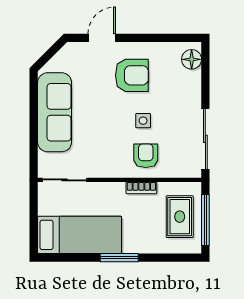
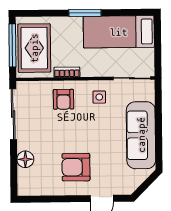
floor lamp: (192, 59) -> (25, 159), moved
side table: (143, 121) -> (99, 97), moved
rug: (180, 217) -> (34, 48), width x1.36, depth x1.43

